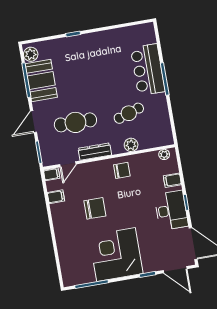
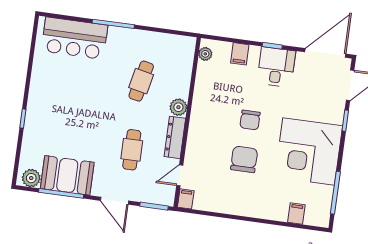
bar counter: (148, 70) -> (75, 38), moved
cafe table: (129, 113) -> (141, 81), turned 30
cafe table: (75, 122) -> (132, 150), width x0.73, depth x0.74
plant: (131, 145) -> (178, 107), moved
door: (68, 164) -> (180, 175), swing flipped
chair: (122, 170) -> (250, 120), moved, turned 180
filing cabinet: (56, 197) -> (296, 213), moved
desk: (171, 210) -> (276, 67), width x0.73

